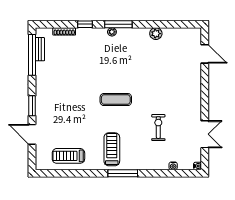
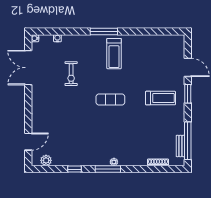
window: (85, 24) -> (75, 169), moved
plant: (156, 34) -> (46, 160), moved
door: (205, 54) -> (28, 142), swing flipped
double door: (205, 134) -> (28, 68), width x1.37
treadmill: (68, 156) -> (161, 98), moved

